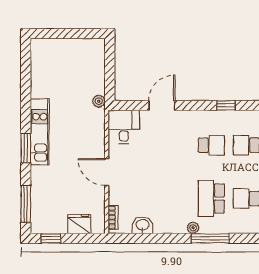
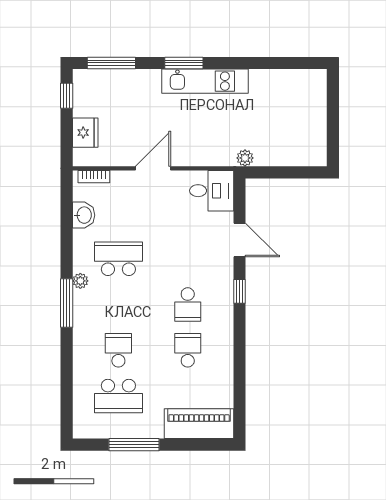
window: (226, 105) -> (240, 291), moved
school desk: (211, 198) -> (118, 259), moved

